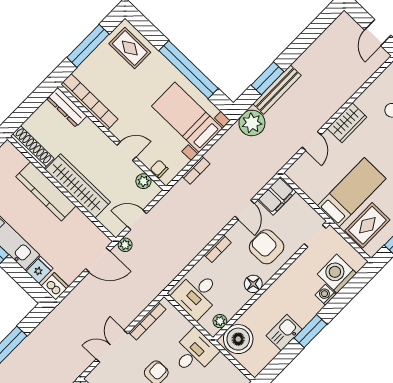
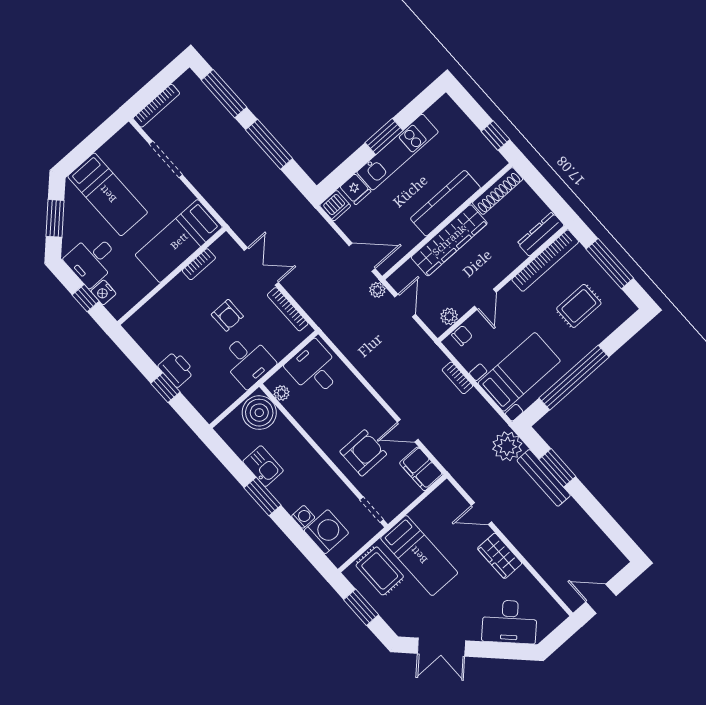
rug: (130, 48) -> (579, 306), moved
bookcase: (218, 249) -> (365, 396), removed
door: (98, 260) -> (362, 257), swing flipped
floor lamp: (253, 284) -> (322, 434), removed

